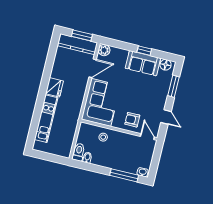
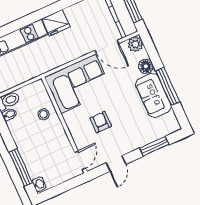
window: (144, 51) -> (168, 86), width x2.17
floor lamp: (166, 65) -> (146, 66), moved
armchair: (132, 120) -> (101, 122), moved

